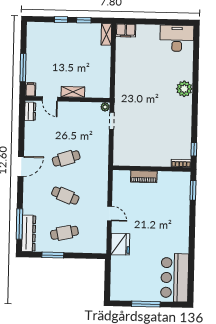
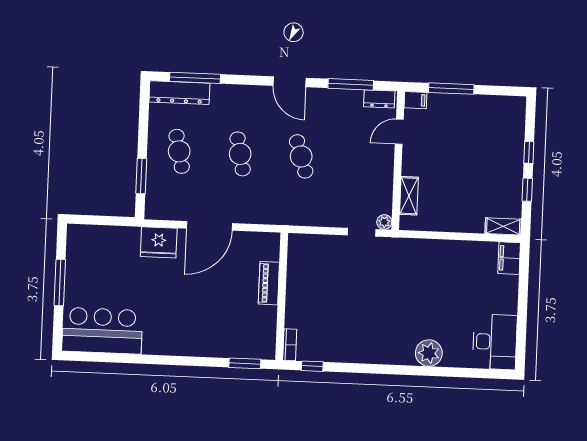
plant: (184, 89) -> (429, 353), moved
shelving: (73, 92) -> (409, 196), moved
window: (22, 129) -> (351, 84), added
cafe table: (65, 196) -> (240, 154), turned -33
door: (110, 213) -> (209, 226), width x1.87
window: (53, 255) -> (141, 176), moved

